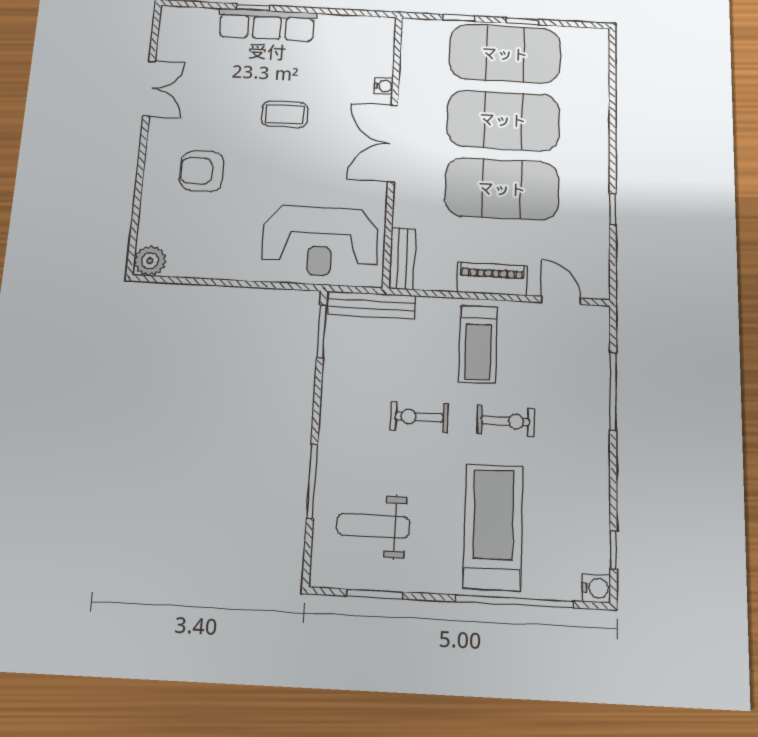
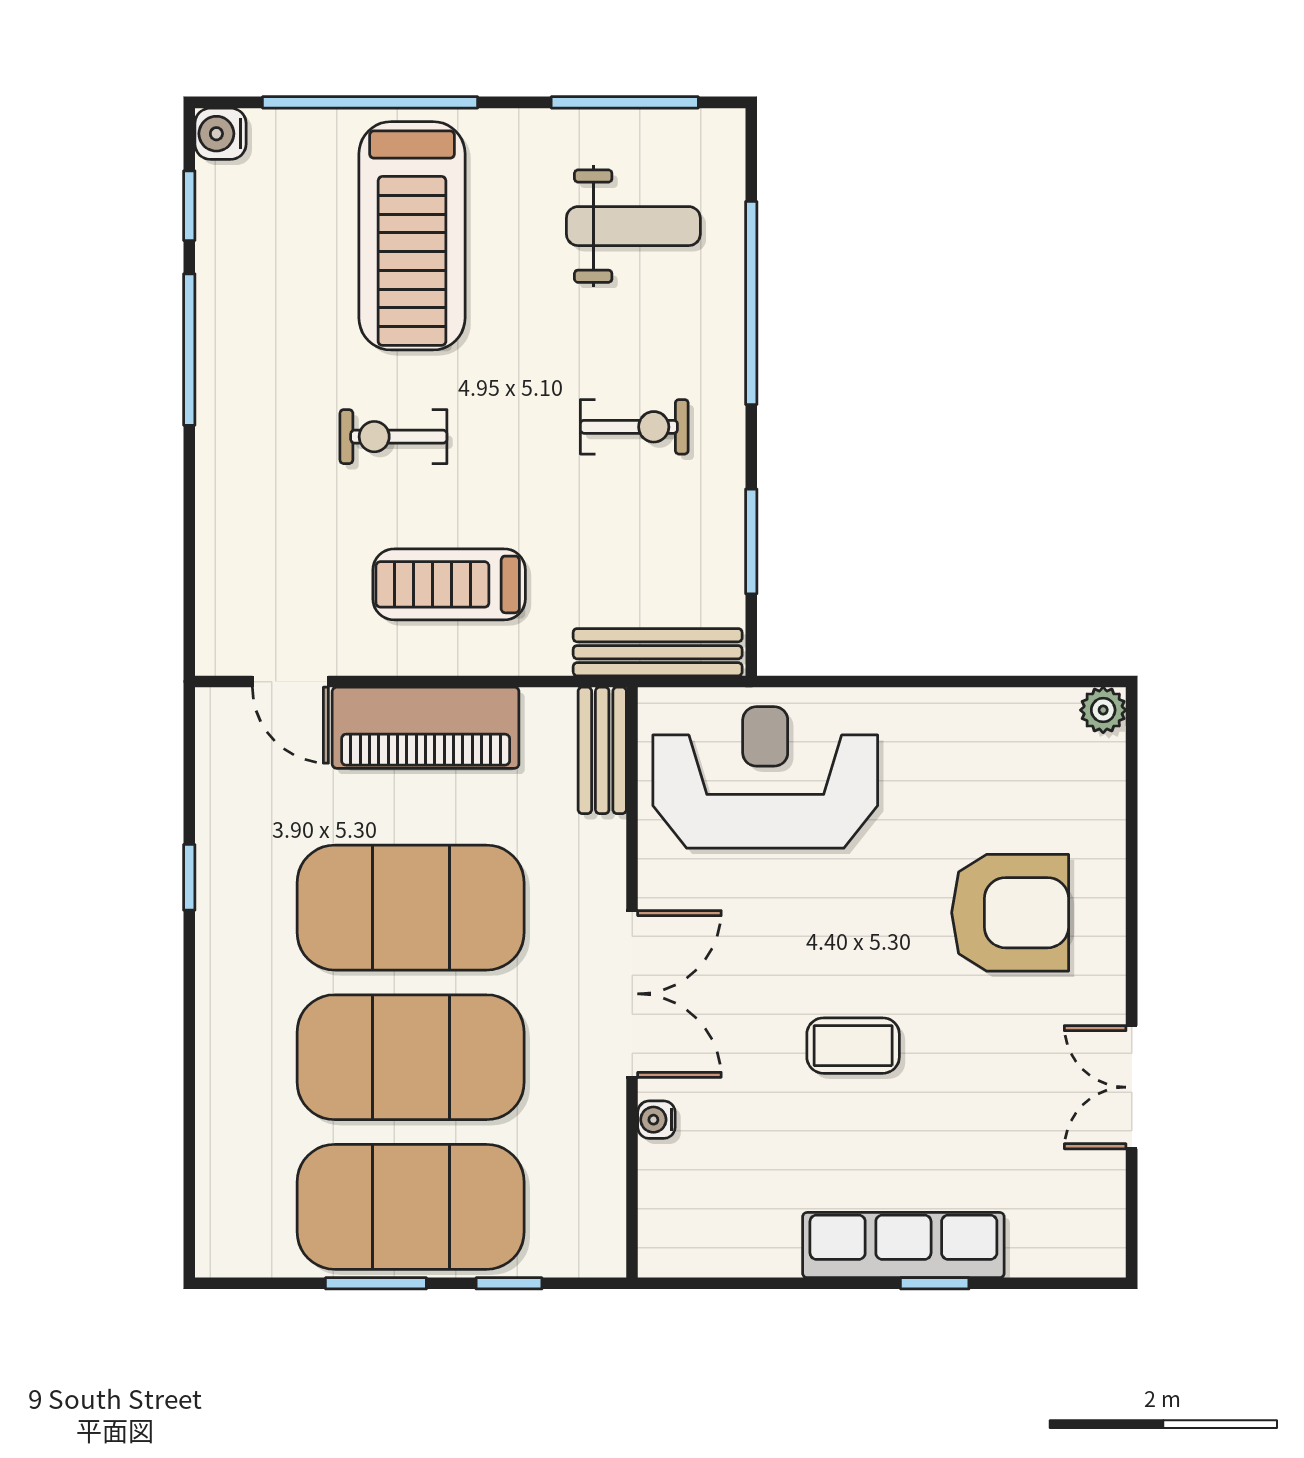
window: (522, 21) -> (376, 1283), width x1.50
armchair: (202, 171) -> (1010, 913), width x1.36, depth x1.36
plant: (150, 261) -> (1103, 710), width x0.73, depth x0.73
piano: (492, 279) -> (426, 728), width x1.37, depth x1.33
window: (322, 331) -> (751, 541), moved
treadmill: (478, 344) -> (449, 584), turned -90
window: (613, 391) -> (189, 350), moved
exercise bike: (419, 417) -> (634, 427), moved
window: (312, 481) -> (751, 303), width x1.46
window: (375, 594) -> (625, 102), width x1.44

